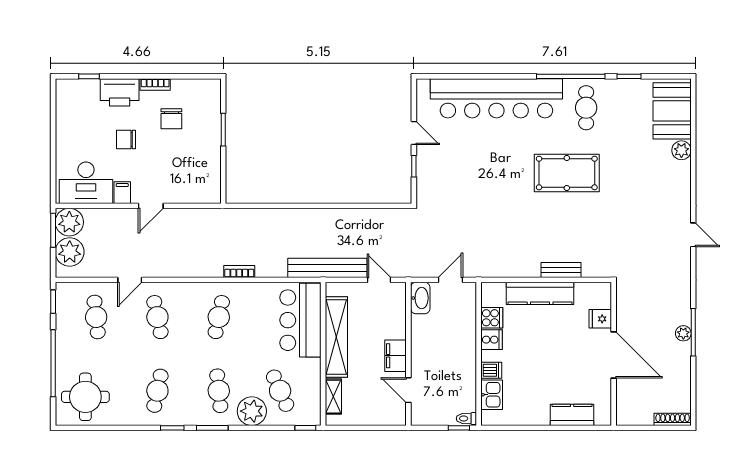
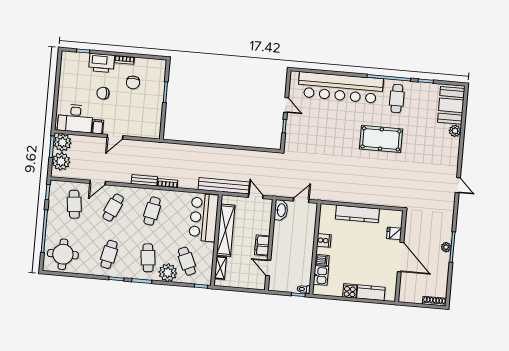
bench: (561, 270) -> (144, 180), moved
cafe table: (157, 317) -> (113, 208), turned 36
cooker: (492, 318) -> (350, 291), moved, turned -90

